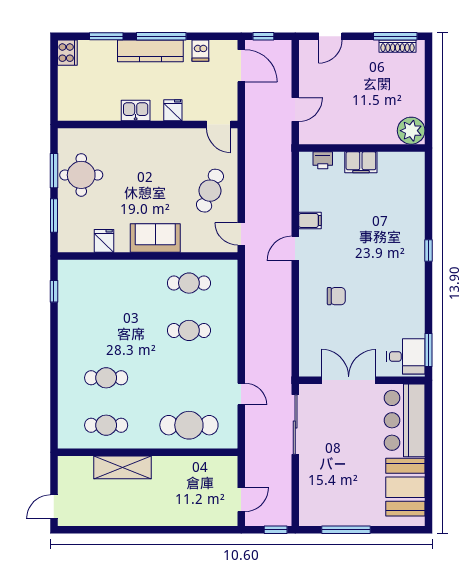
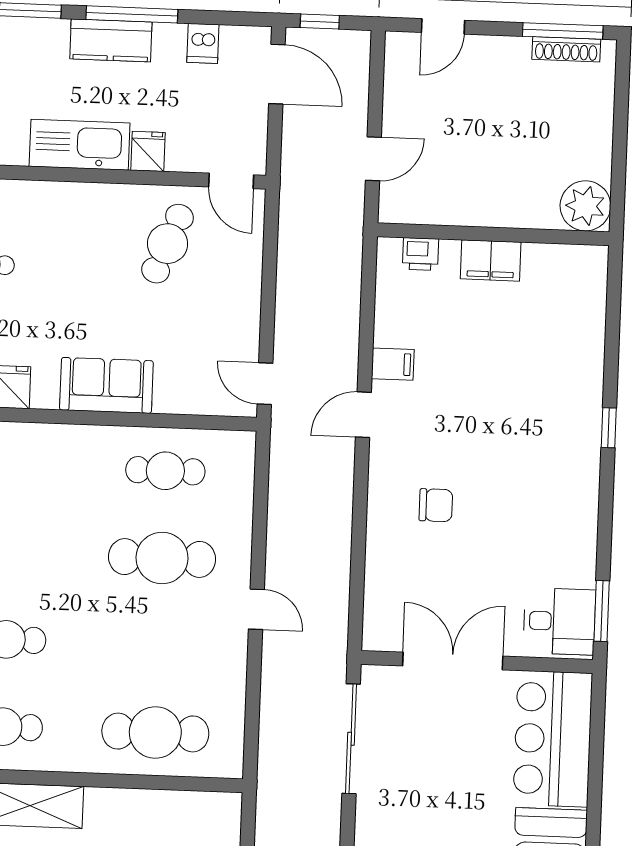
kitchen counter: (150, 51) -> (111, 40), width x0.67
kitchen sink: (136, 111) -> (80, 145), width x1.88, depth x1.24
cafe table: (210, 191) -> (168, 244), moved
cafe table: (189, 330) -> (162, 558), width x1.37, depth x1.35
door: (241, 394) -> (256, 609), moved

